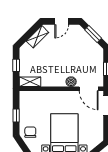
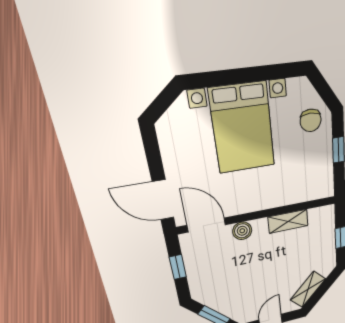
shelving: (30, 82) -> (288, 221), moved

